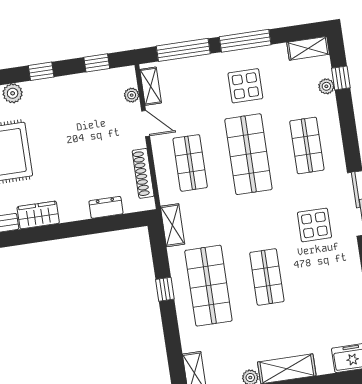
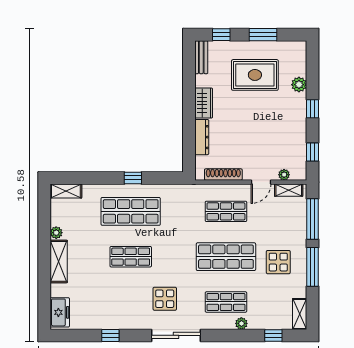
plant: (326, 86) -> (241, 323), moved
dresser: (106, 207) -> (202, 137), width x1.44
wardrobe: (38, 215) -> (204, 103), moved
shelving: (173, 225) -> (181, 191), removed

